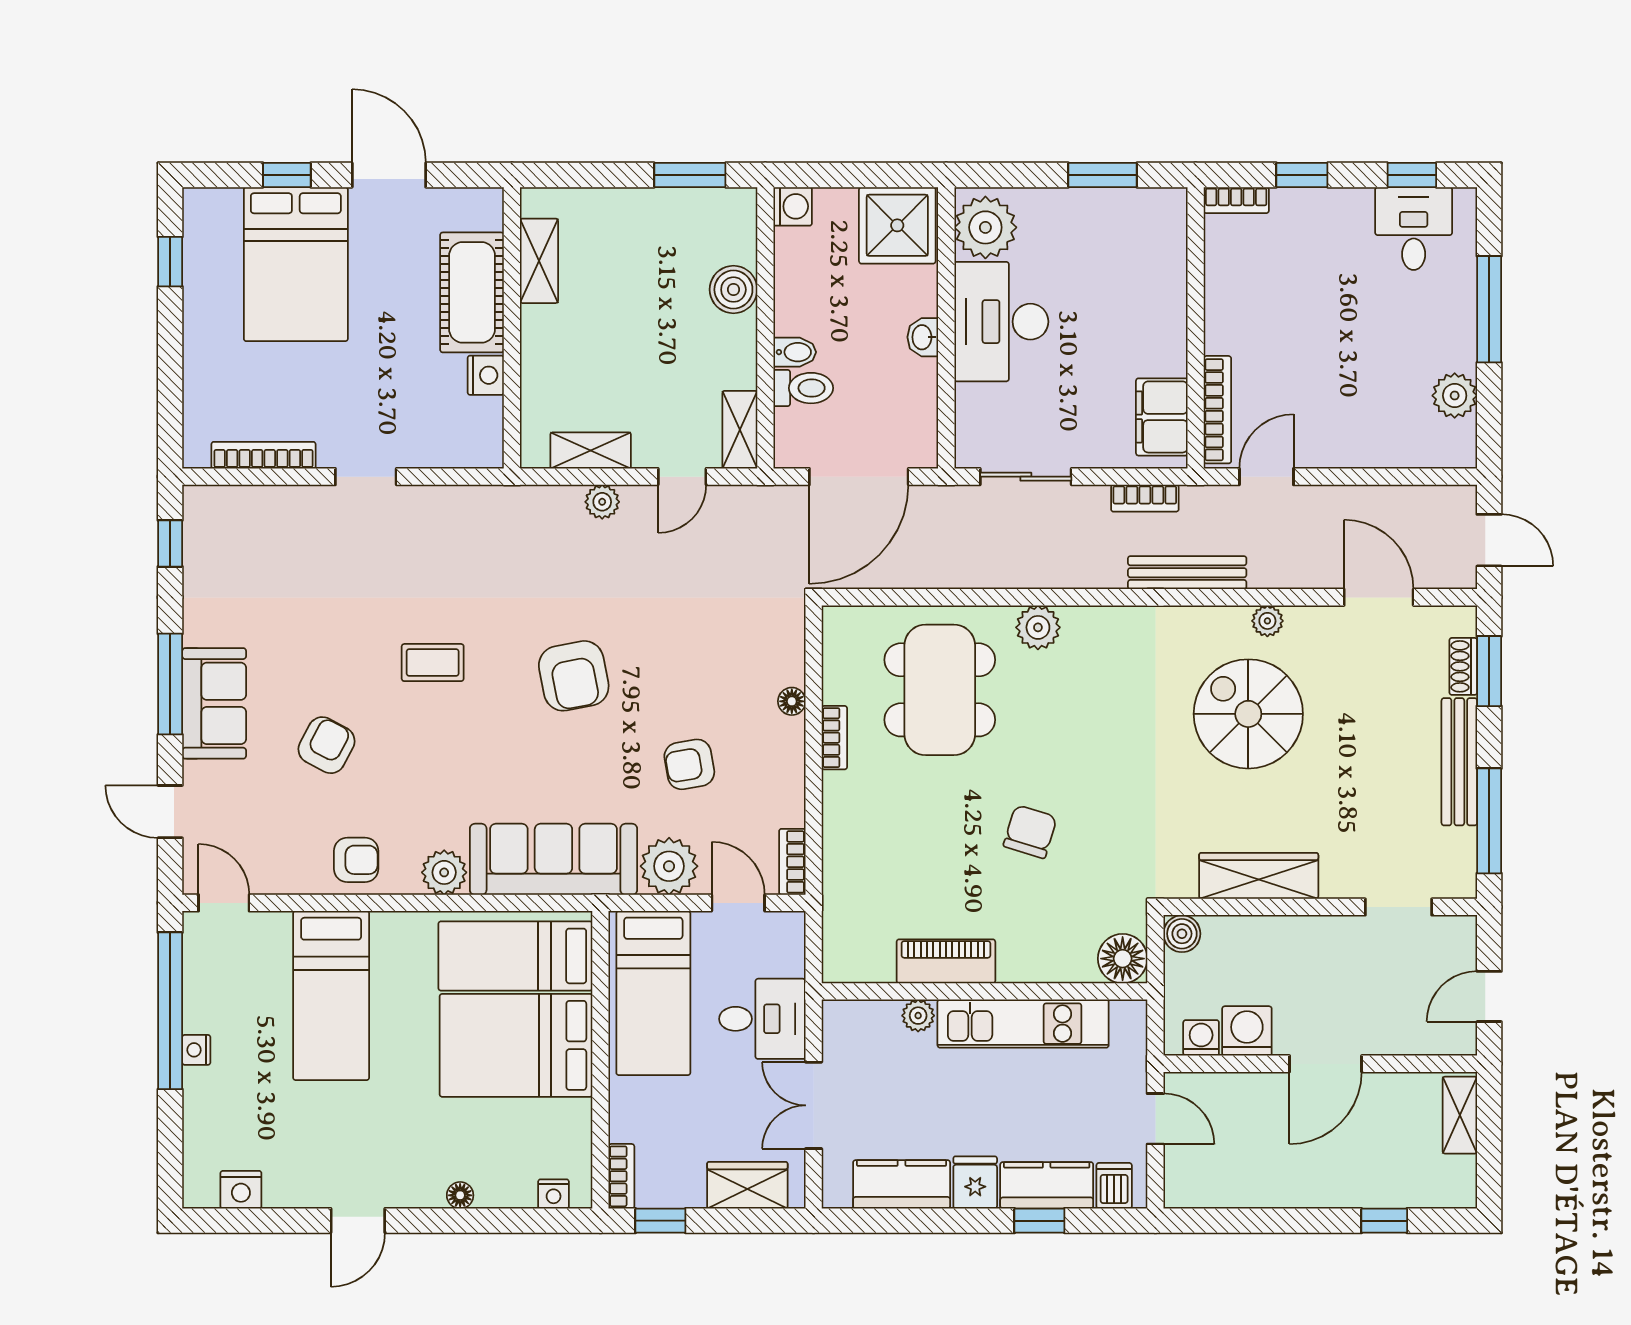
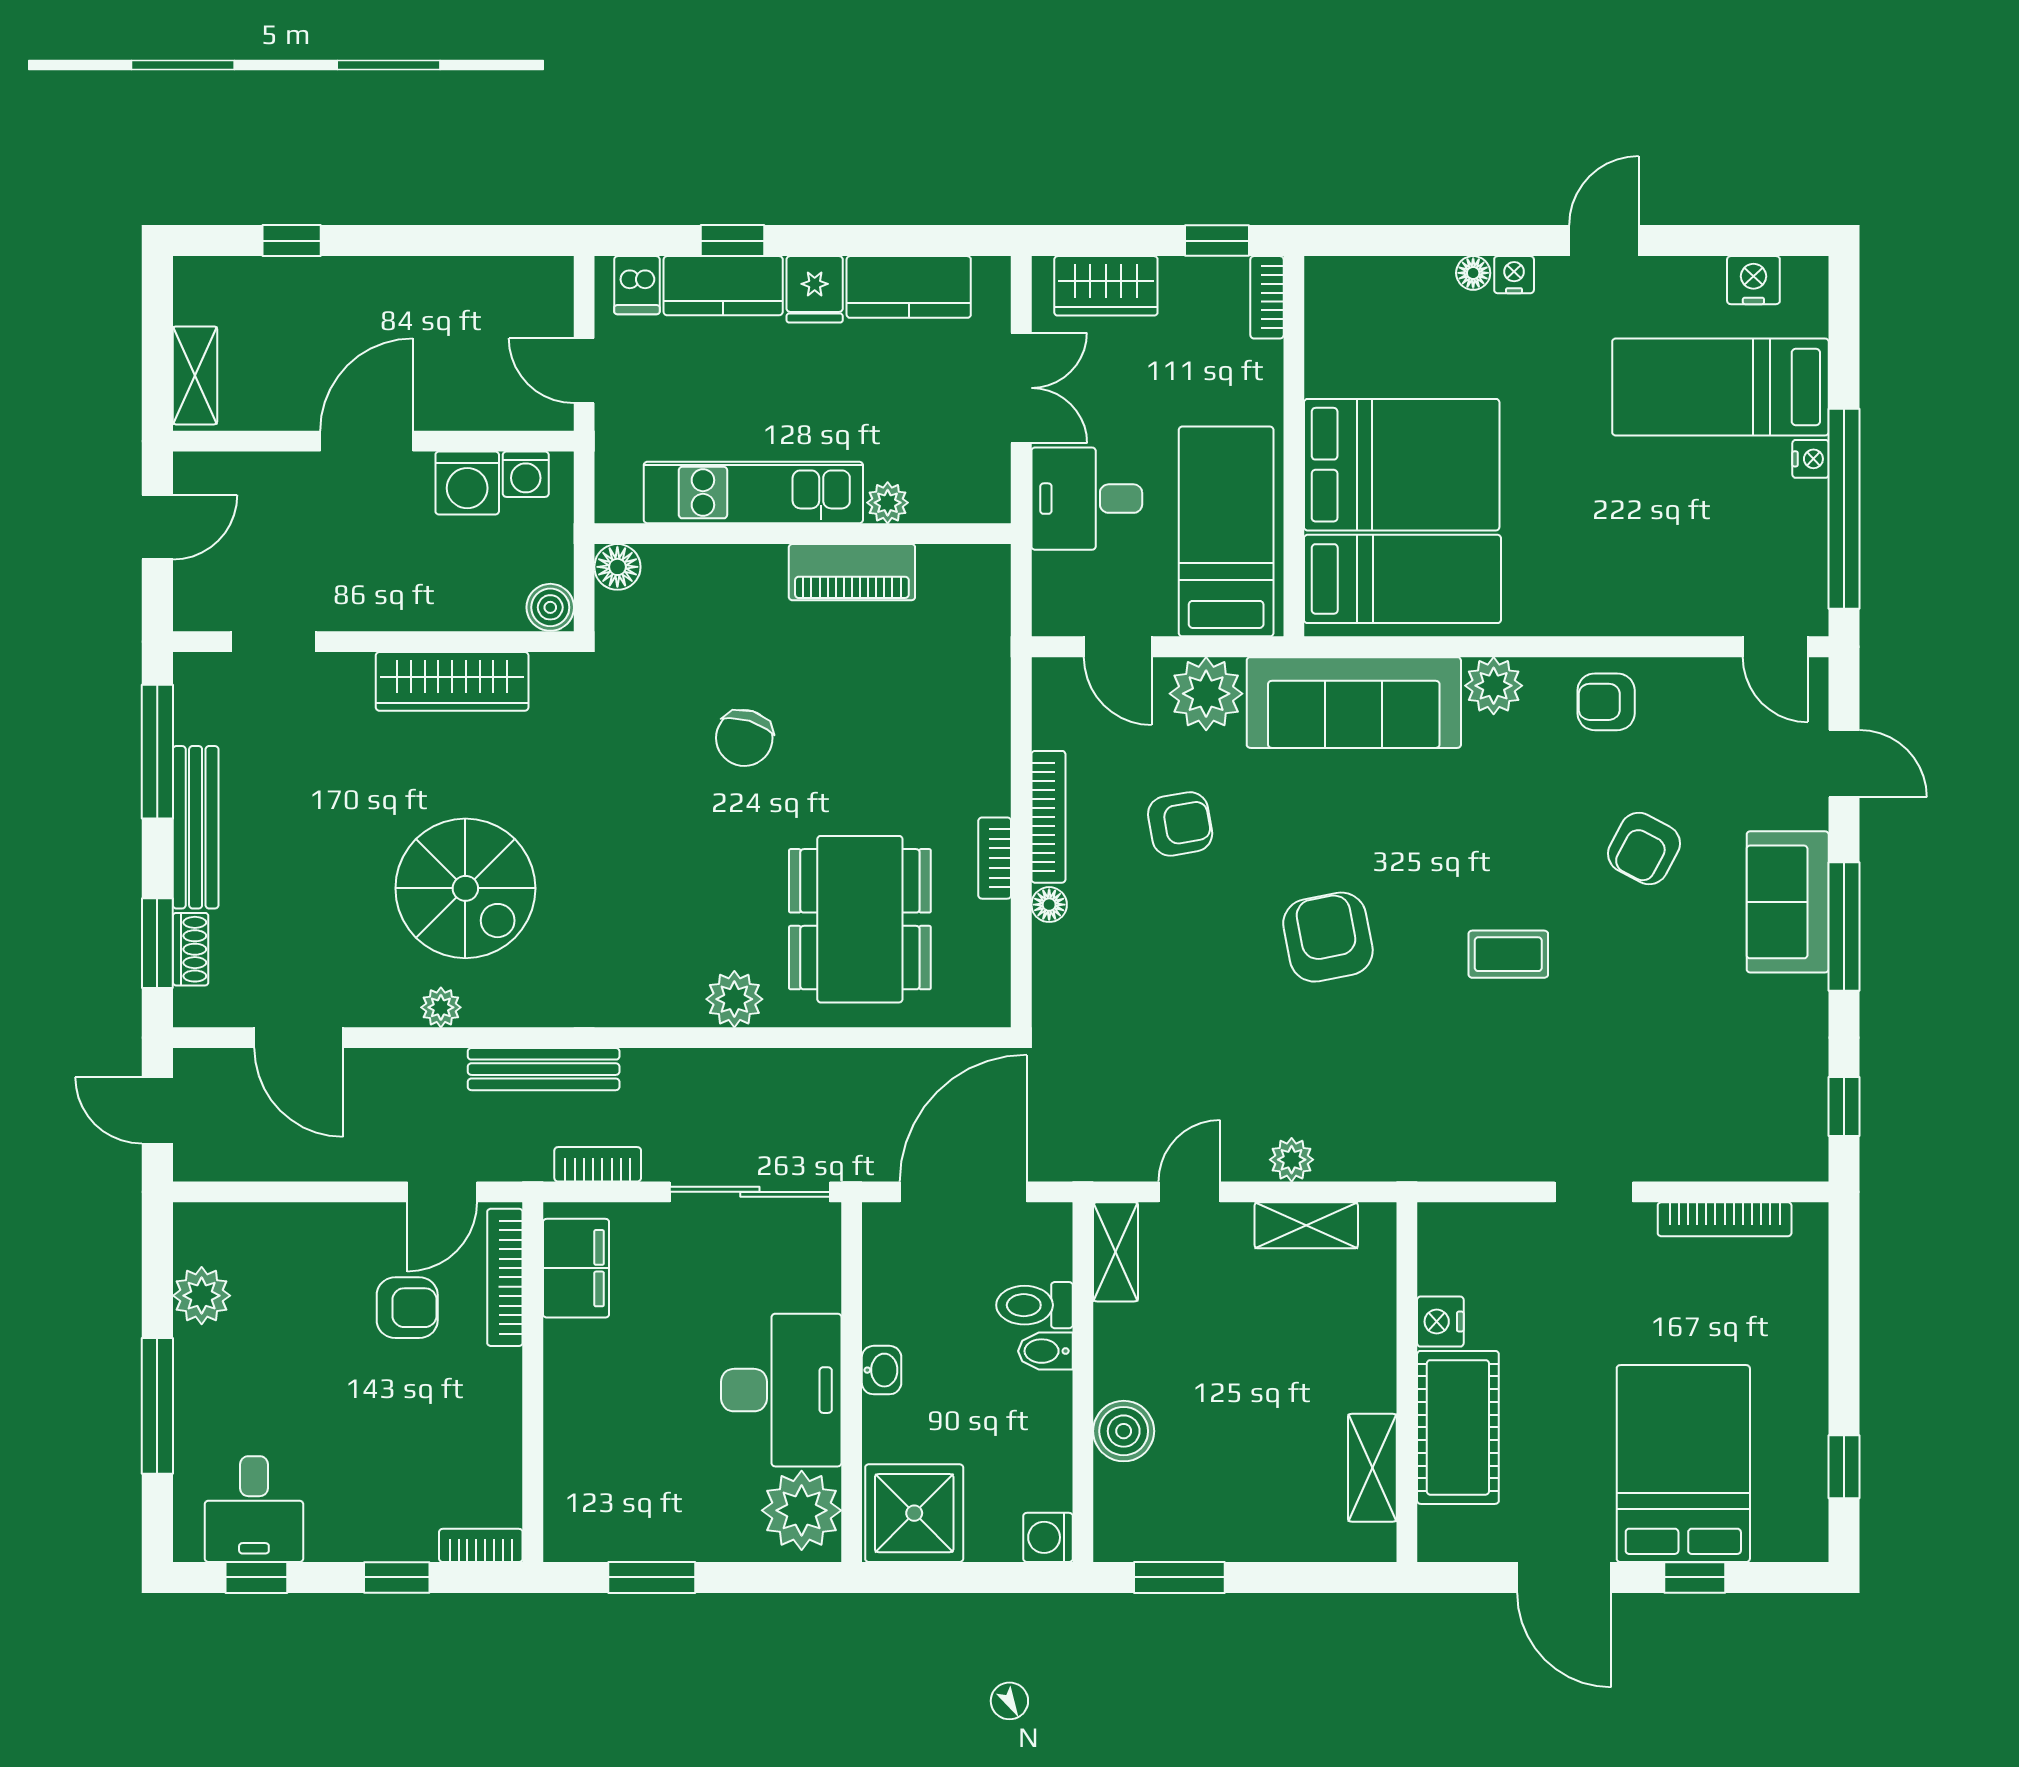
armchair: (1294, 386) -> (407, 1308), added
sliding door: (1026, 477) -> (750, 1192), width x1.37
bookcase: (792, 862) -> (1048, 817), moved, width x1.56
floor lamp: (1123, 959) -> (617, 567), width x0.73, depth x0.73
bed: (331, 996) -> (1720, 387), moved, turned -90
nightstand: (554, 1194) -> (1514, 275), moved

